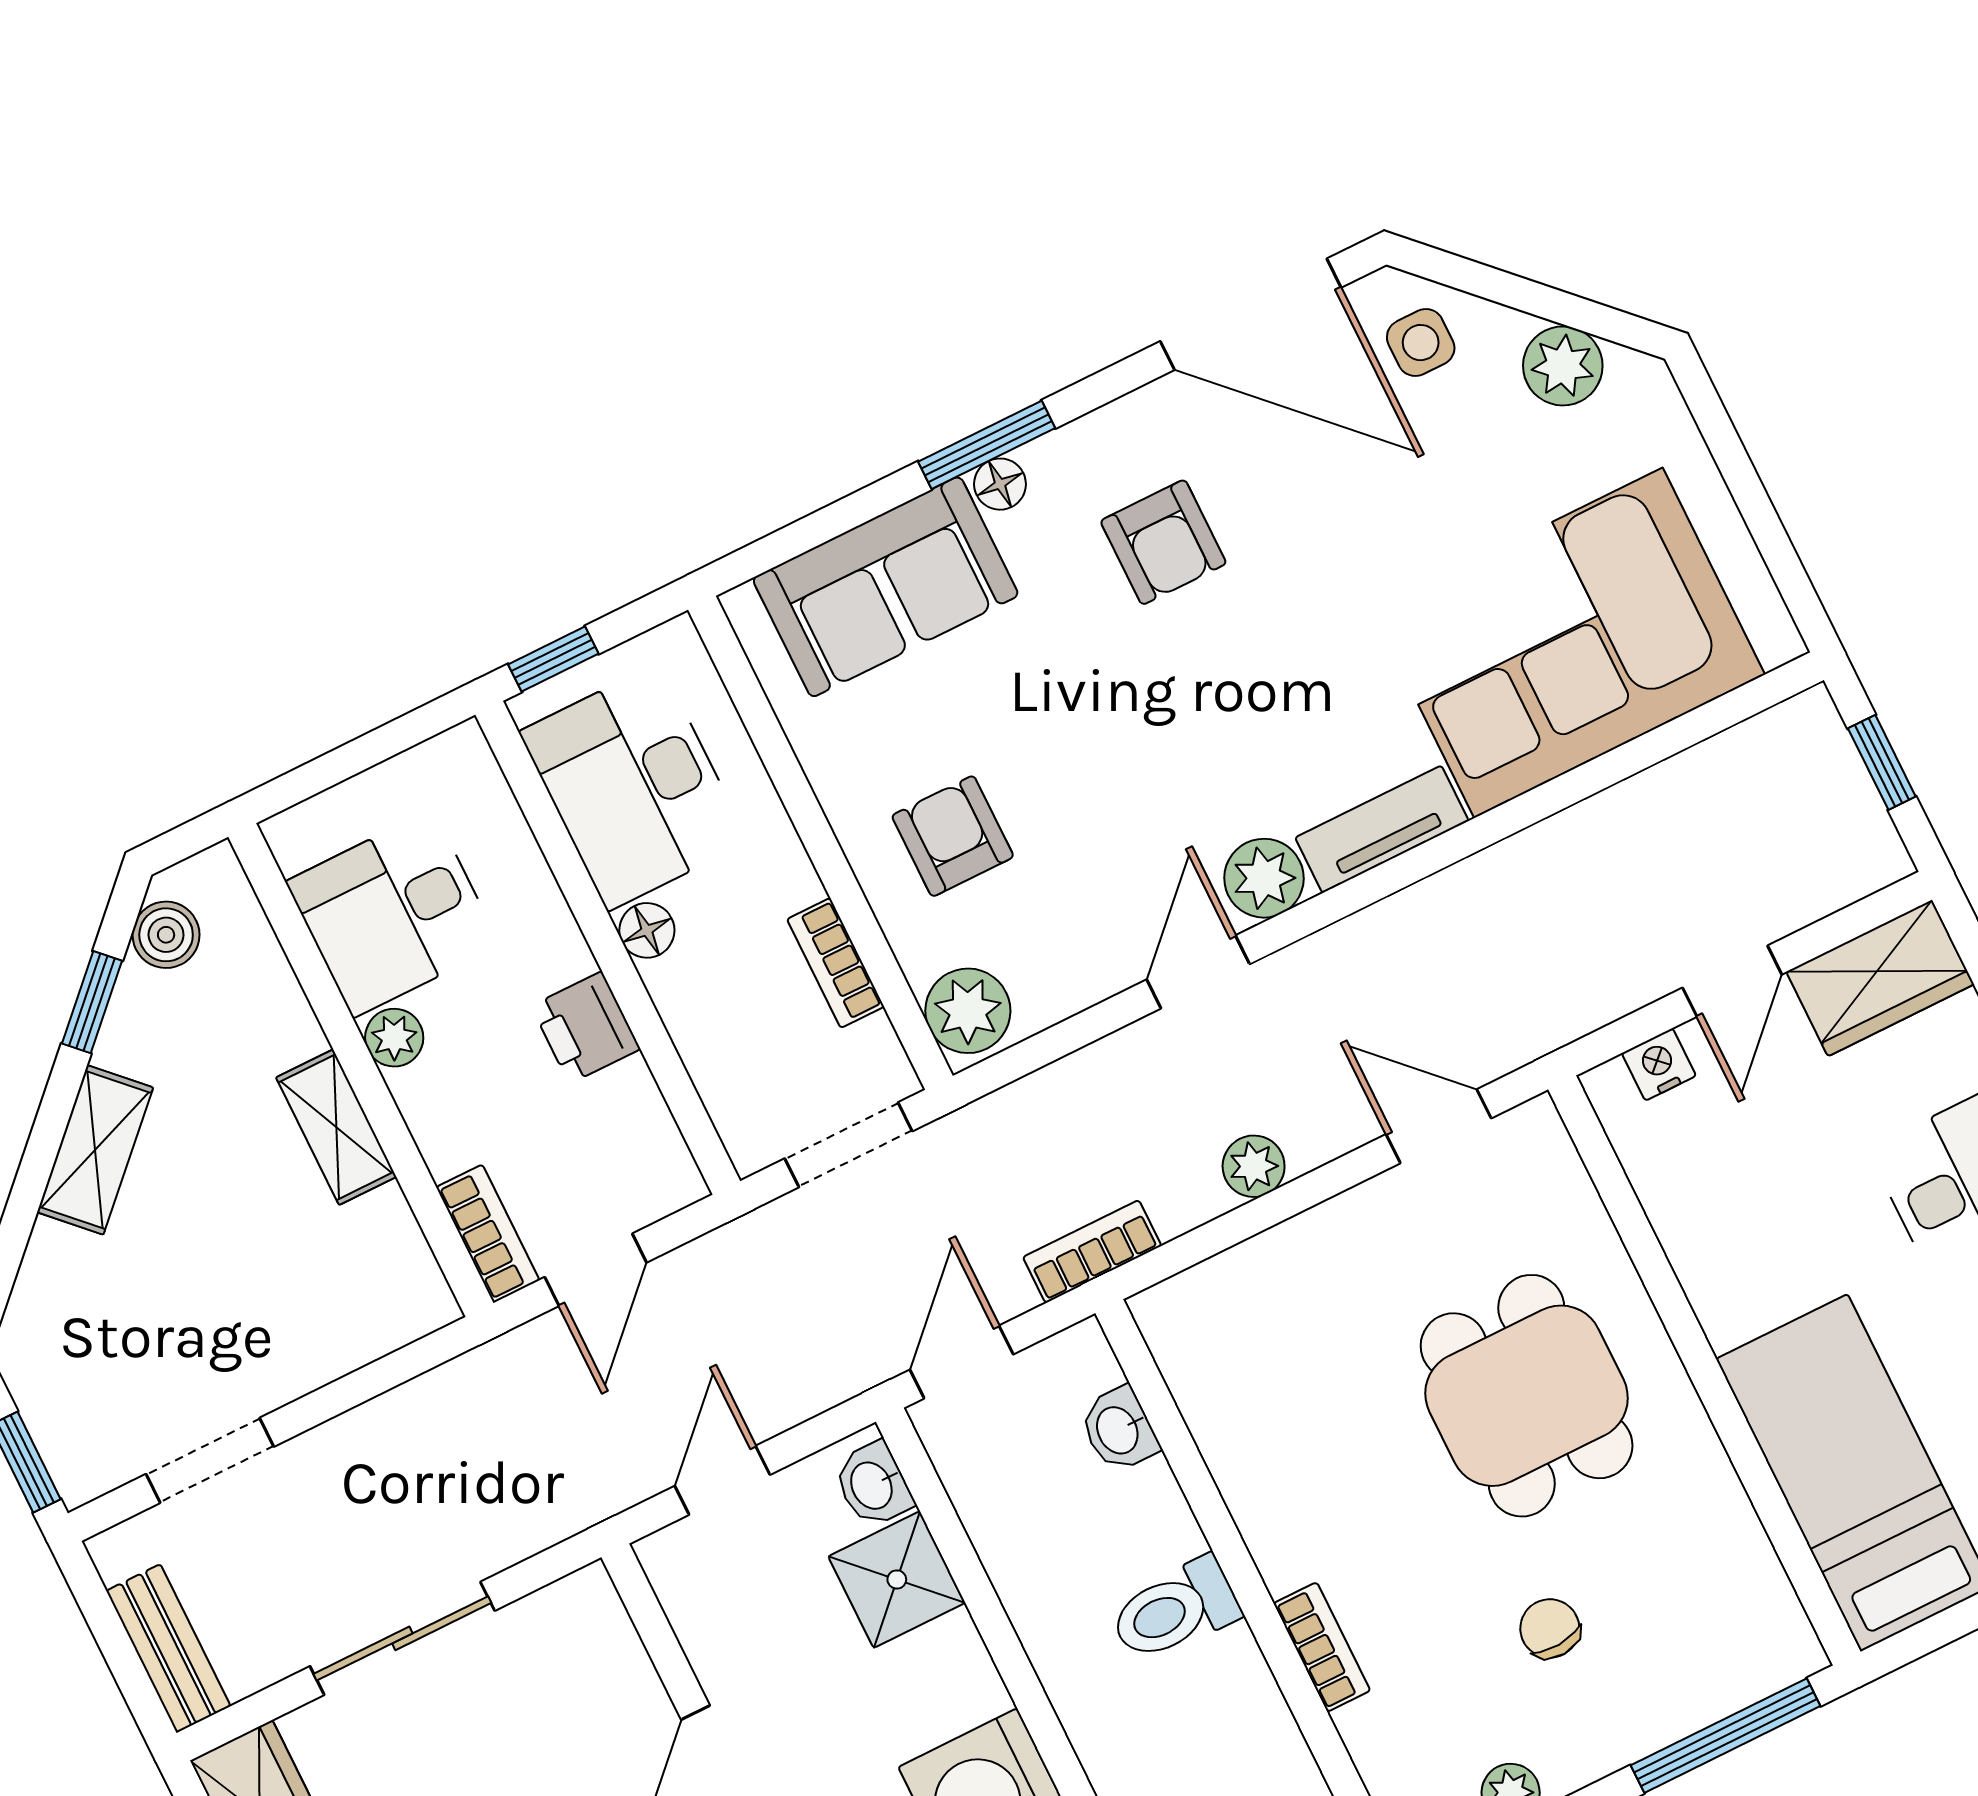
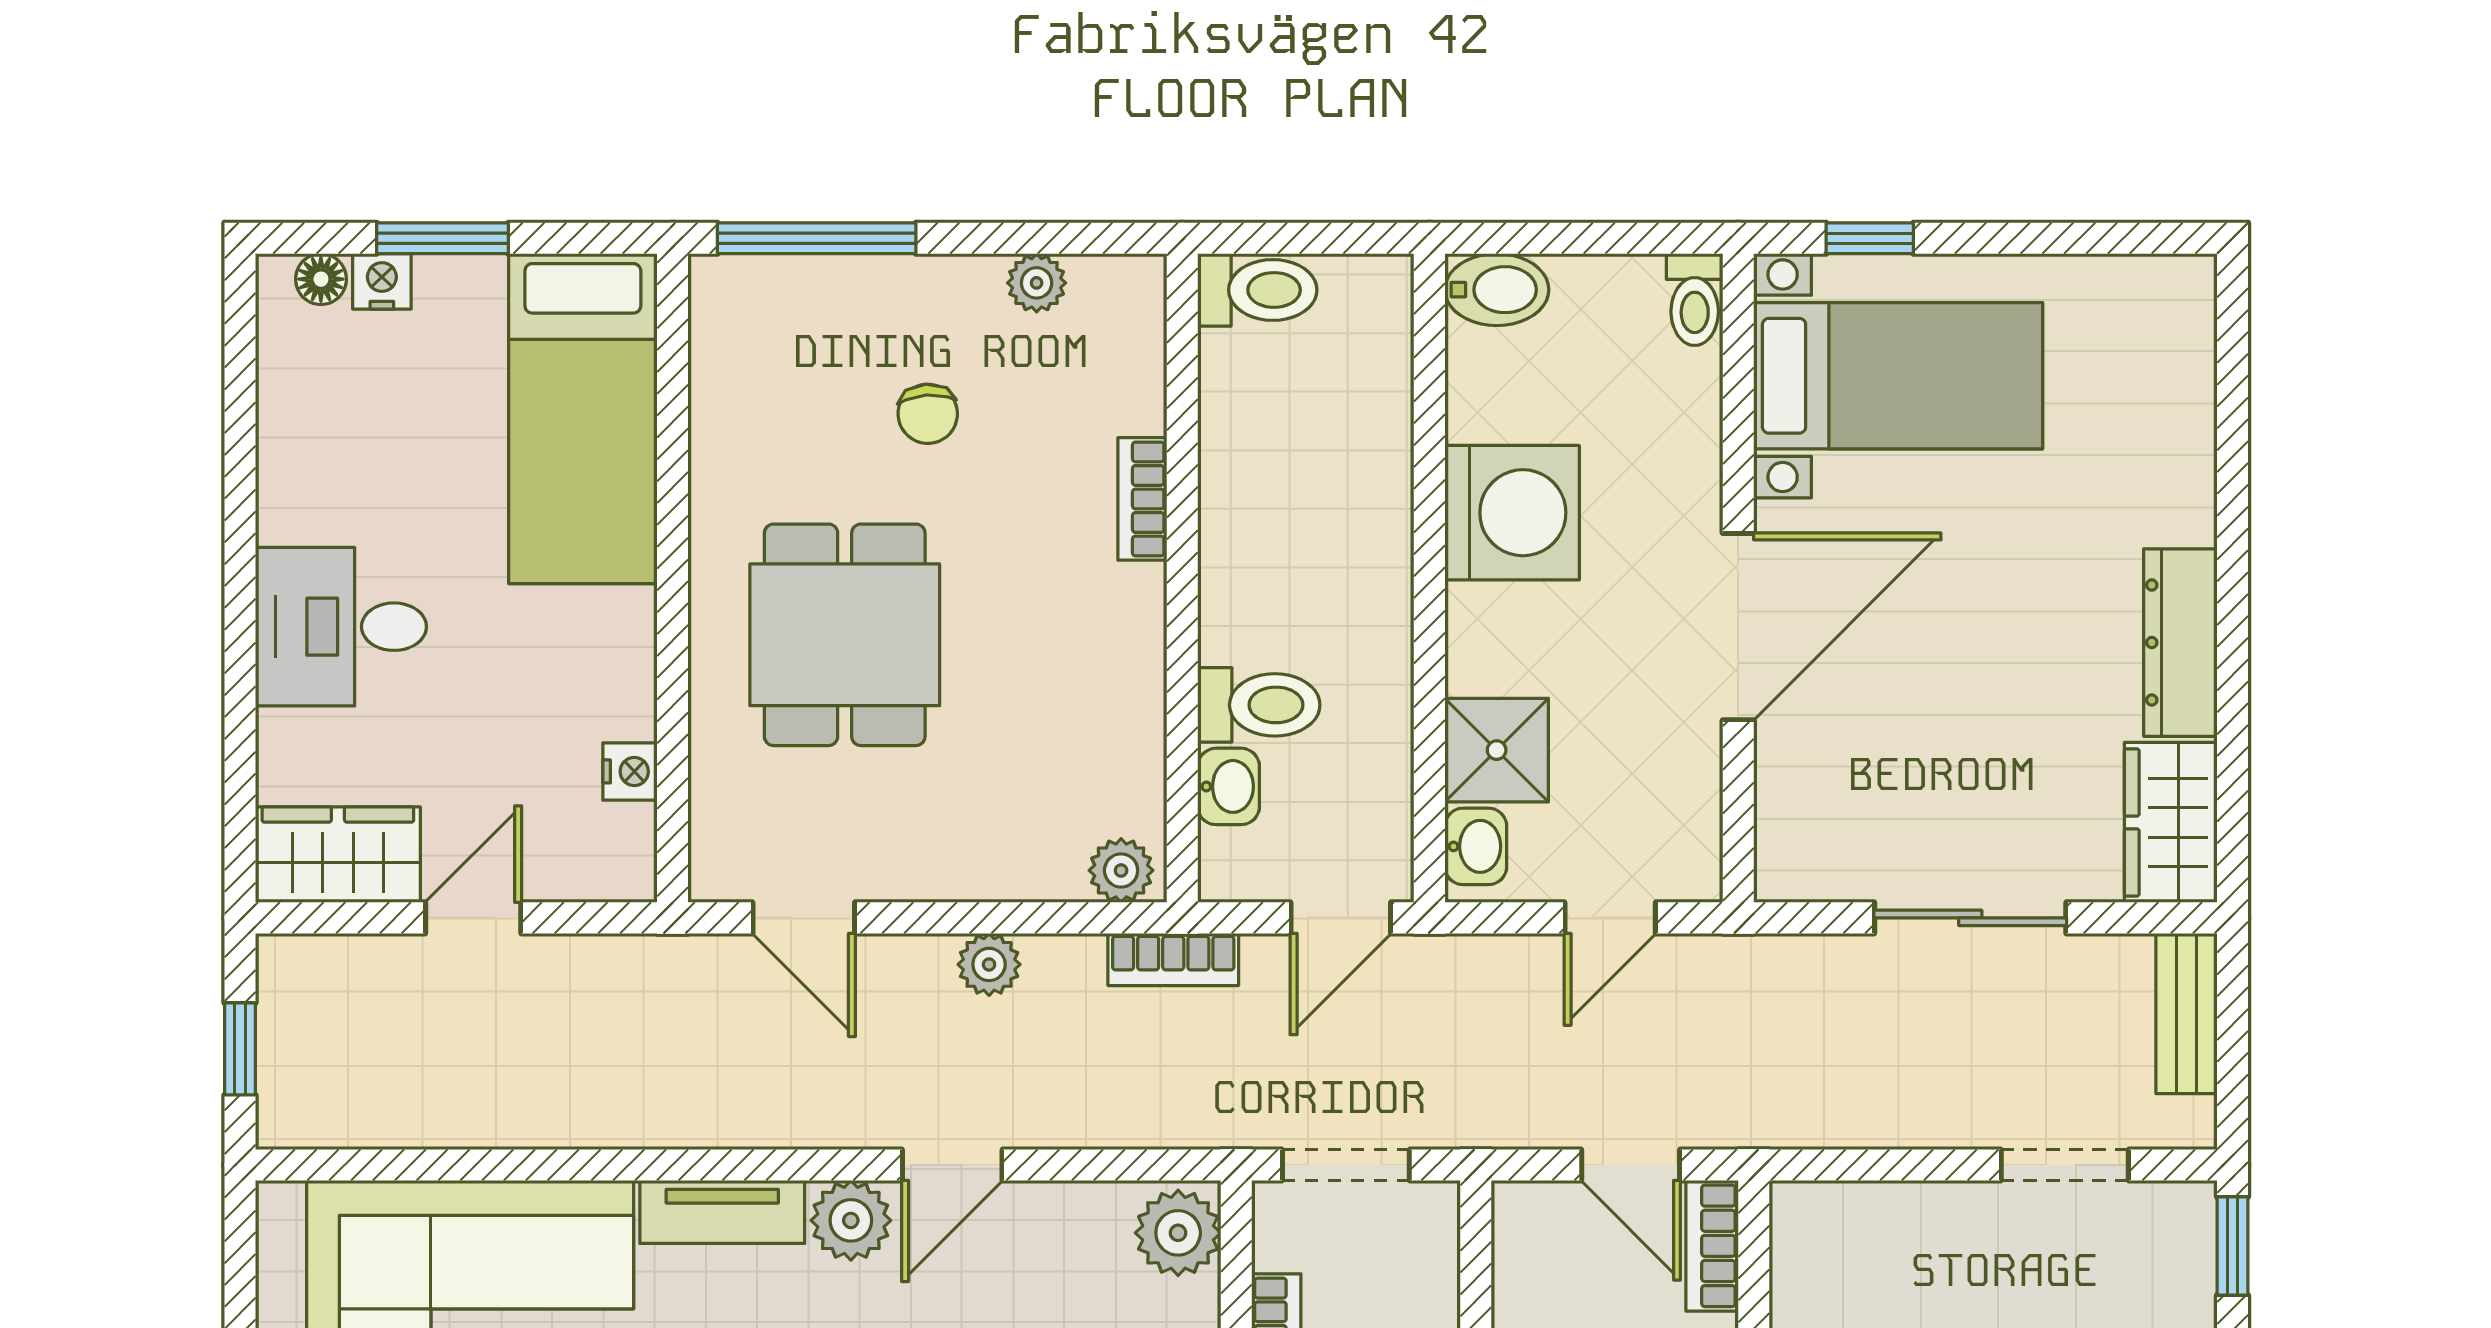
nightstand: (1659, 1064) -> (630, 771), moved, turned -90
door: (596, 1270) -> (1631, 1165), swing flipped
plant: (1178, 1308) -> (1121, 870), added
toilet: (1175, 1610) -> (1259, 705), moved

